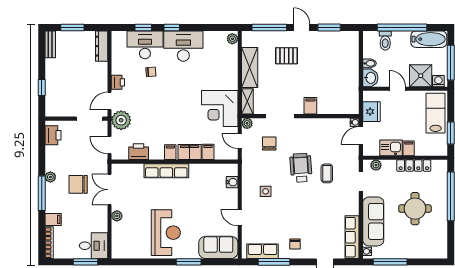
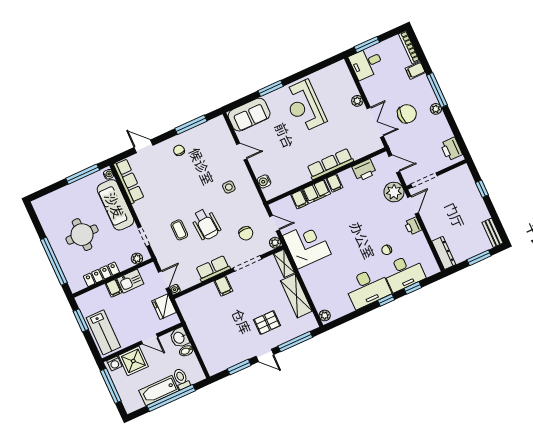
bathtub: (429, 39) -> (159, 391), moved
row of seats: (263, 251) -> (213, 269), moved, turned 180

